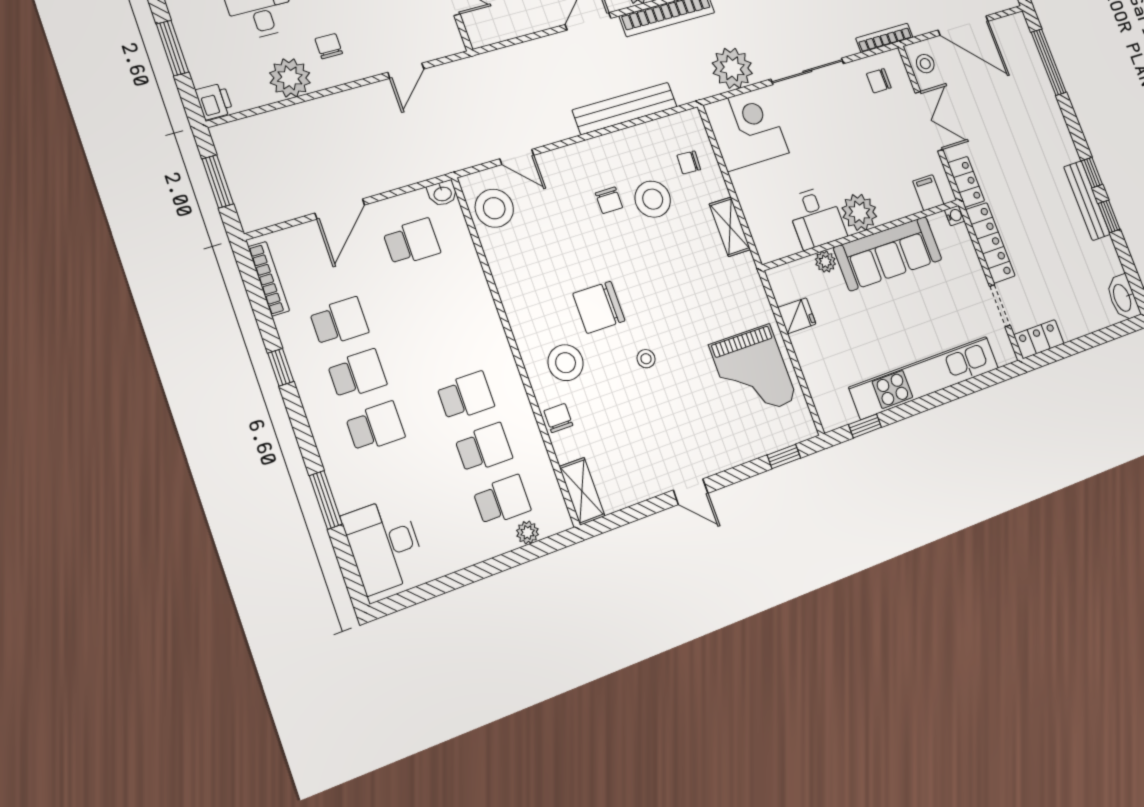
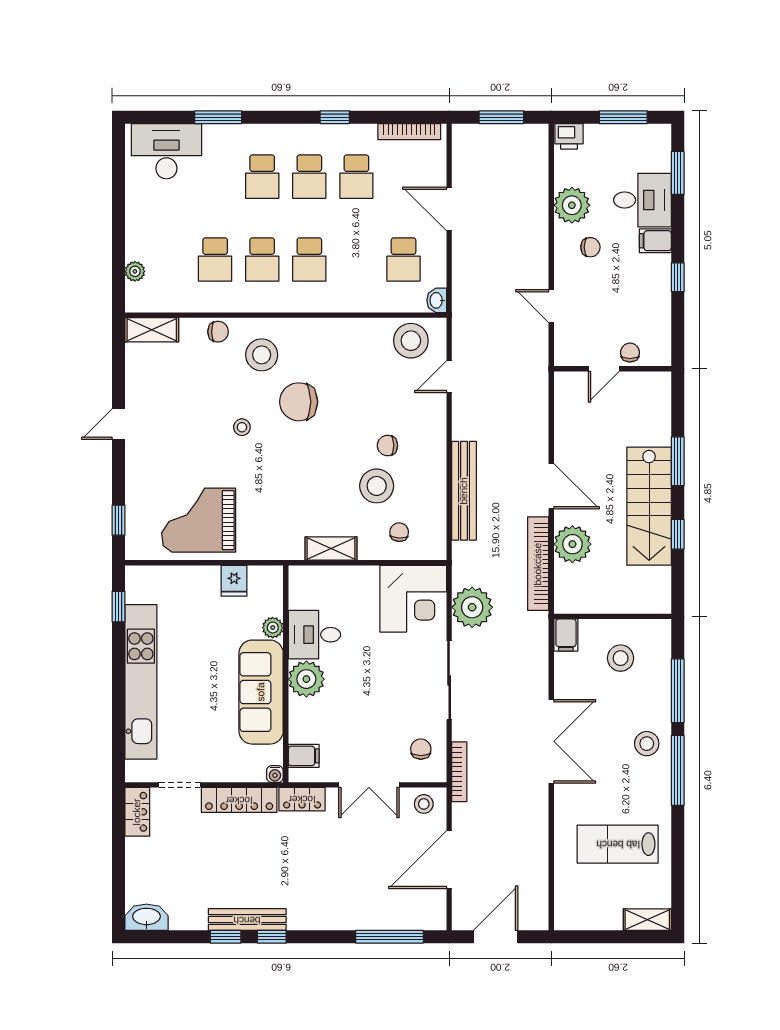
chair: (599, 307) -> (299, 402), turned -90
school desk: (502, 500) -> (309, 260), moved

